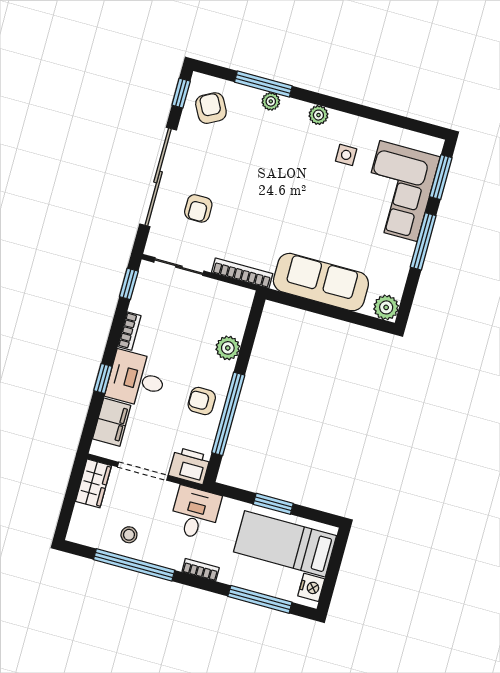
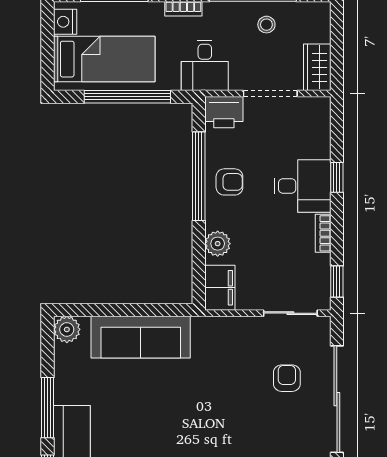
bookcase: (242, 273) -> (224, 324), removed
filing cabinet: (112, 422) -> (220, 288), moved, turned 180
window: (273, 504) -> (127, 97), width x2.11

